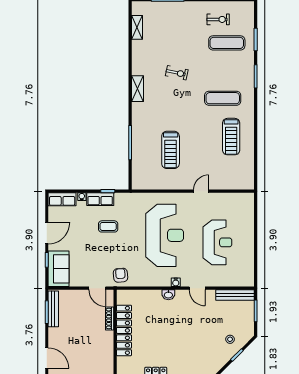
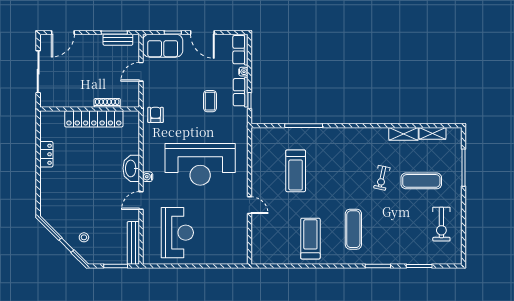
exercise bike: (218, 19) -> (441, 224), width x1.38, depth x1.39
exercise mat: (227, 43) -> (421, 181), moved, turned 90
shelving: (137, 89) -> (404, 134), moved
treadmill: (231, 137) -> (310, 239), turned 90
treadmill: (171, 150) -> (296, 171), turned -90
reception desk: (217, 242) -> (177, 233), moved, turned -90
armchair: (120, 275) -> (156, 115), turned -85
door: (97, 288) -> (141, 72), moved
washbasin: (168, 295) -> (131, 168), width x1.91, depth x1.45
bench: (53, 309) -> (118, 40), width x0.73

